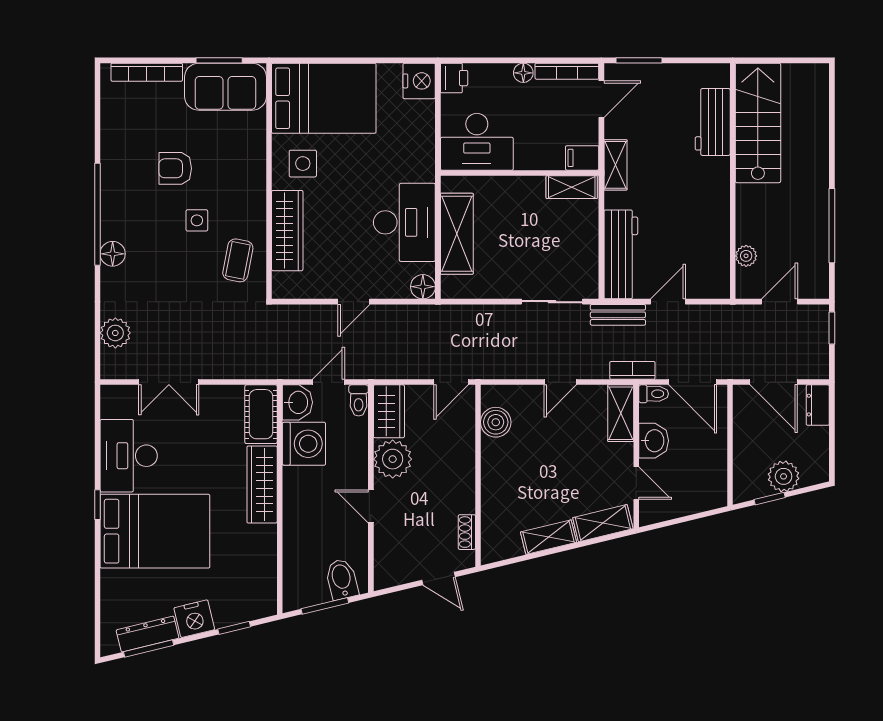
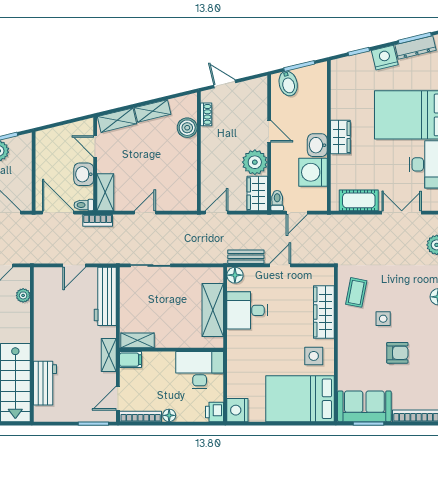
desk: (404, 222) -> (247, 310), width x0.73
bench: (618, 315) -> (246, 257), moved
washbasin: (297, 402) -> (317, 145), moved
cot: (261, 414) -> (359, 200), moved, turned 90
boiler: (496, 422) -> (187, 128), moved
wardrobe: (262, 485) -> (340, 137), width x0.67

